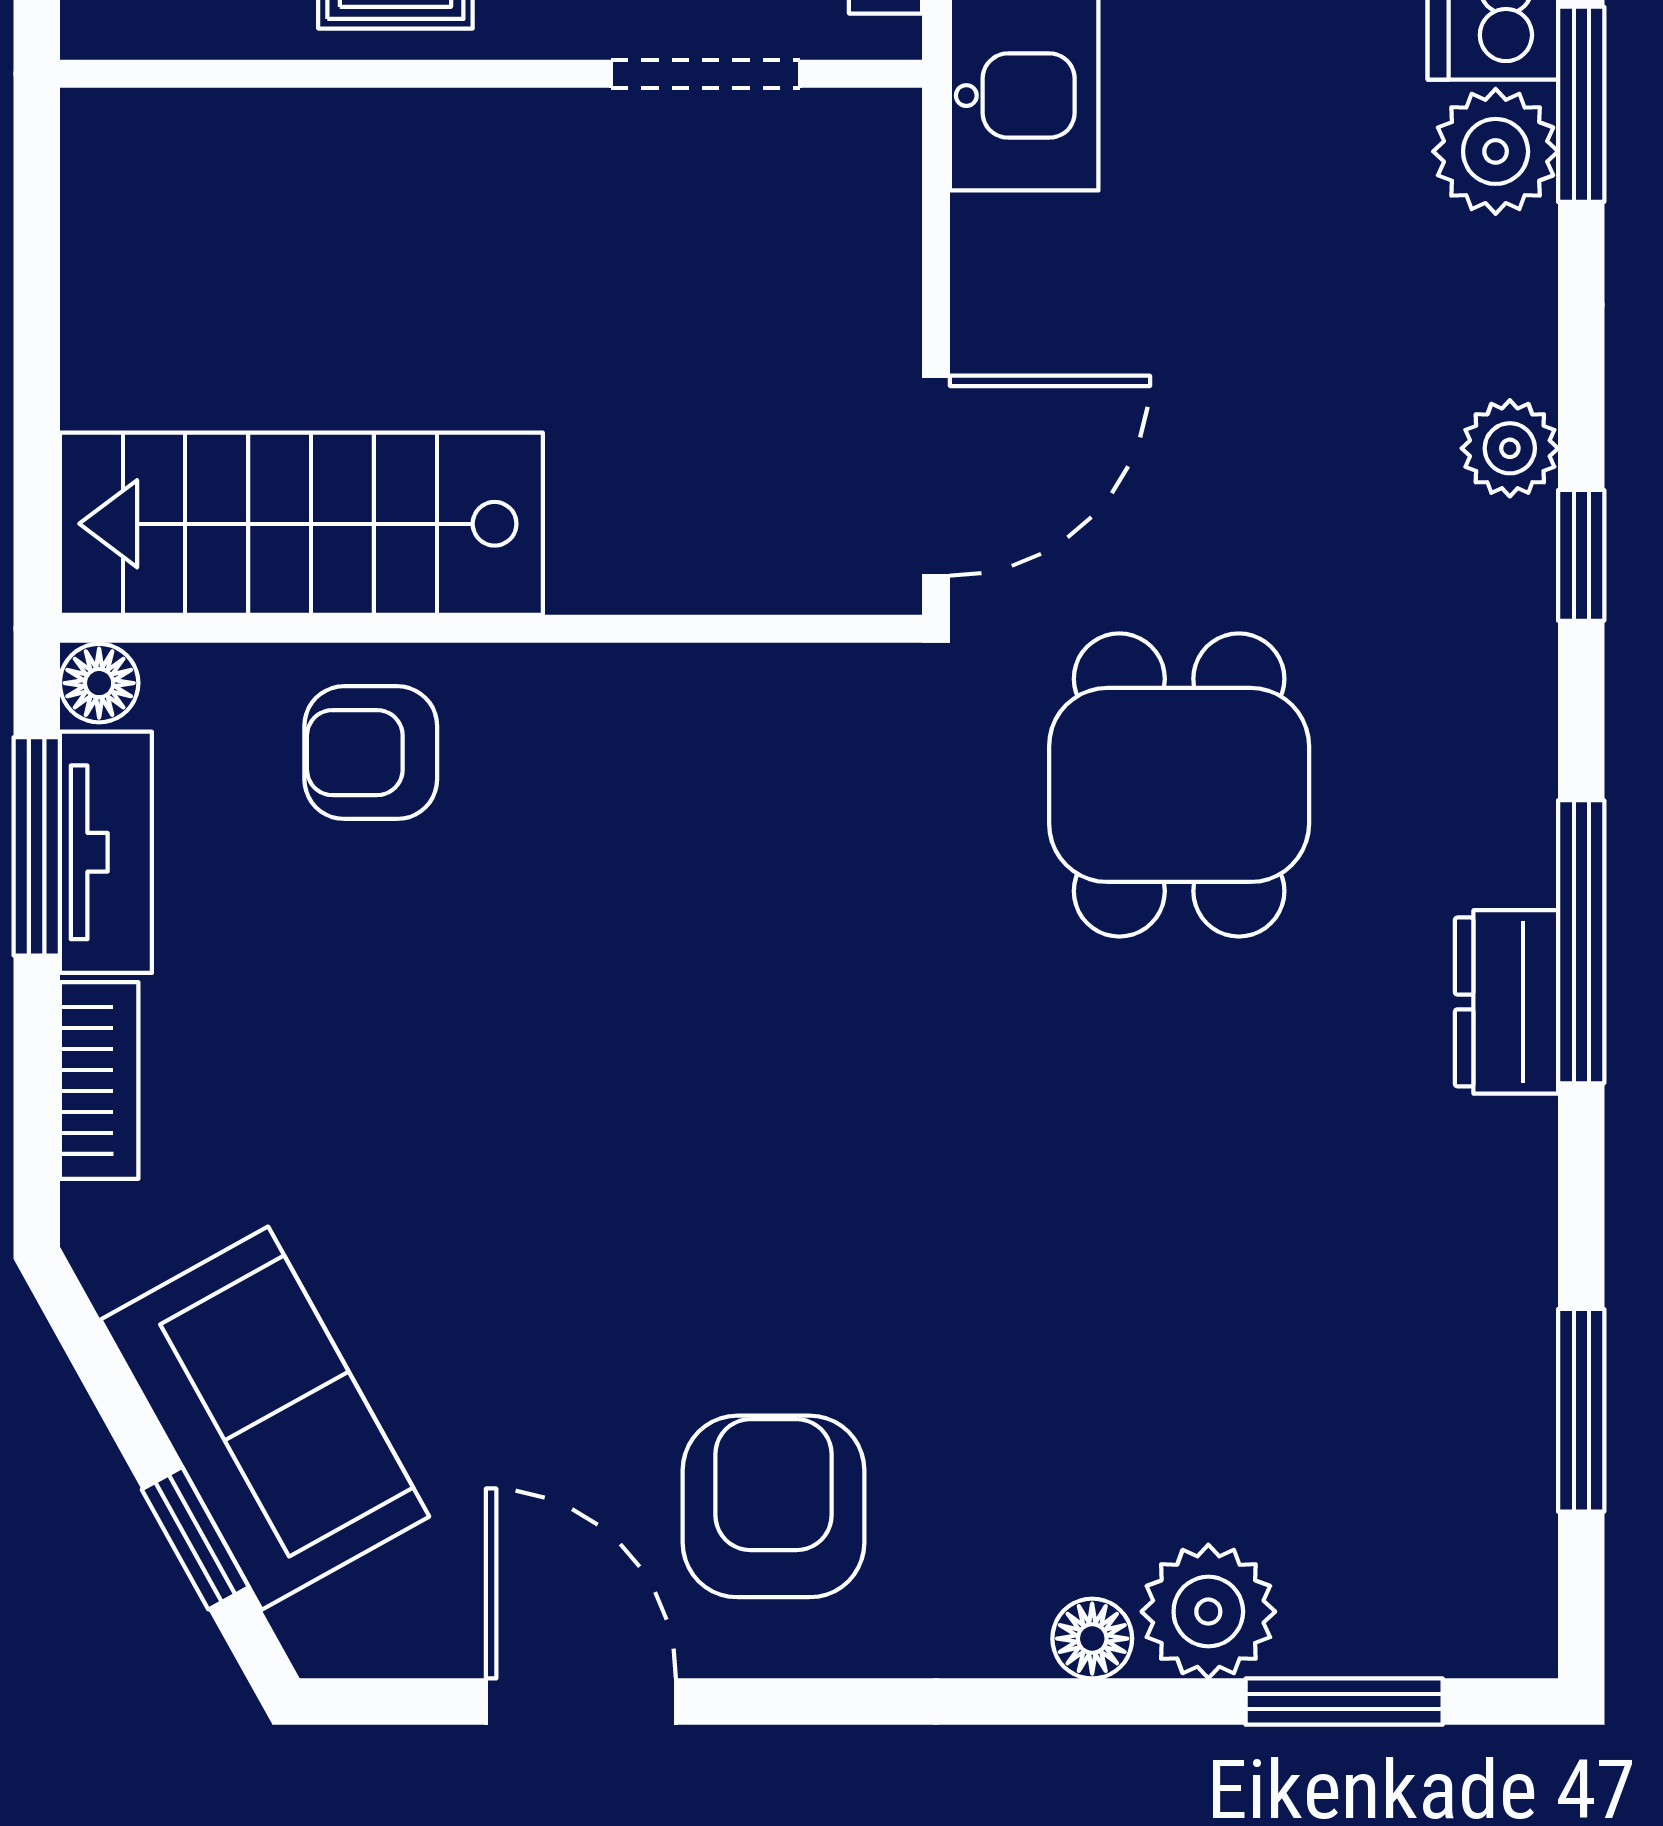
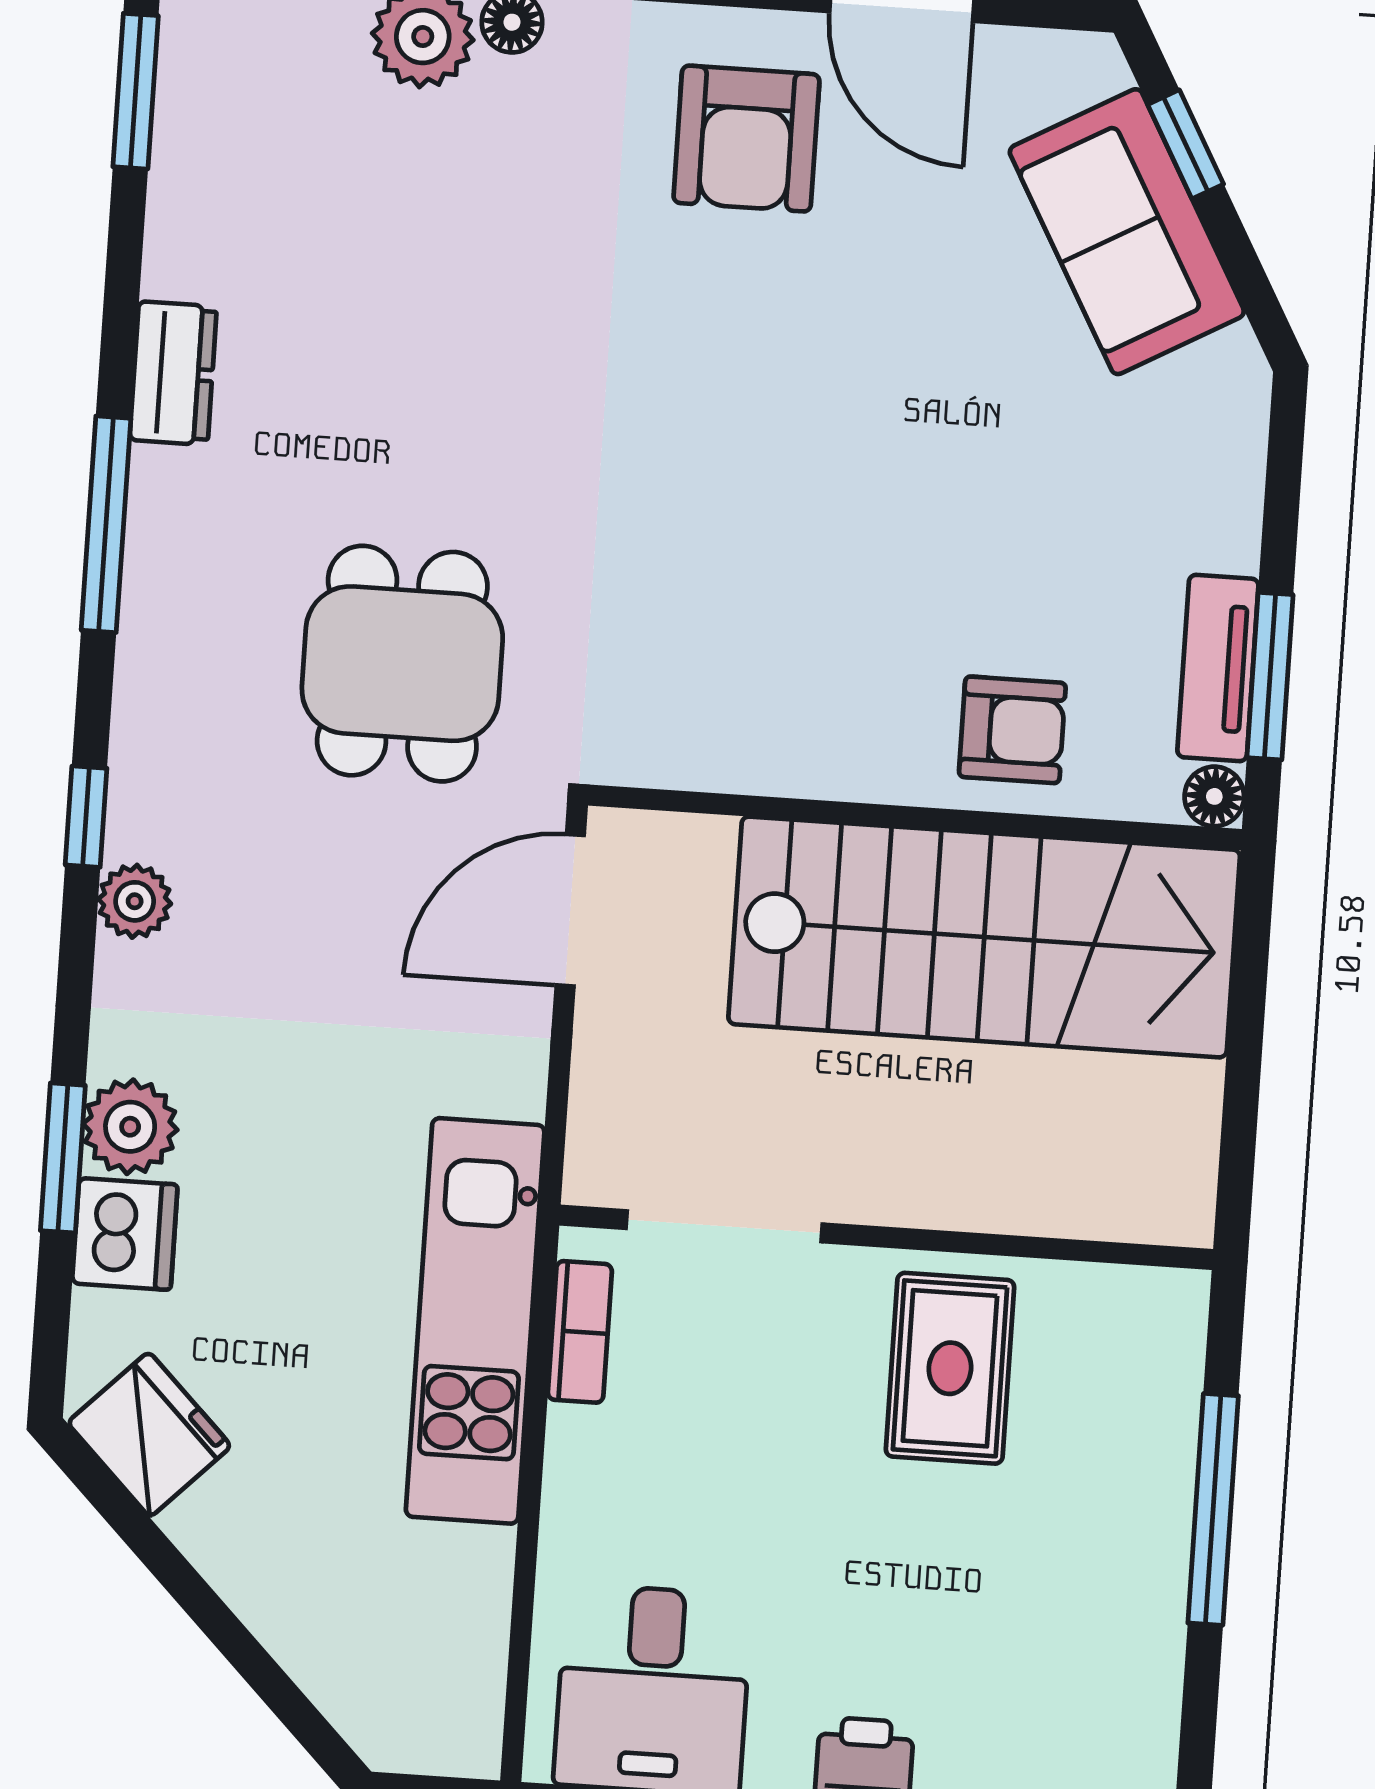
doorway: (705, 74) -> (724, 1226), width x1.38
stairs: (301, 524) -> (984, 937), width x1.36, depth x1.51
dresser: (1506, 1002) -> (173, 373), moved
bookcase: (99, 1080) -> (1235, 496), removed
window: (1581, 1410) -> (136, 91), moved

